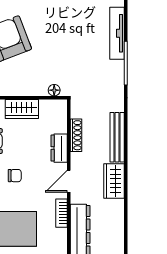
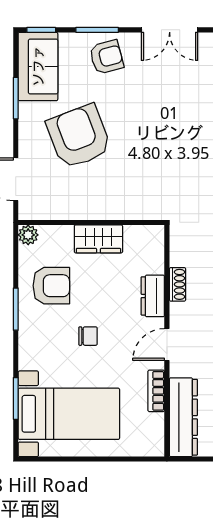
floor lamp: (54, 90) -> (146, 212), removed
shoe rack: (76, 135) -> (178, 284), width x0.70

